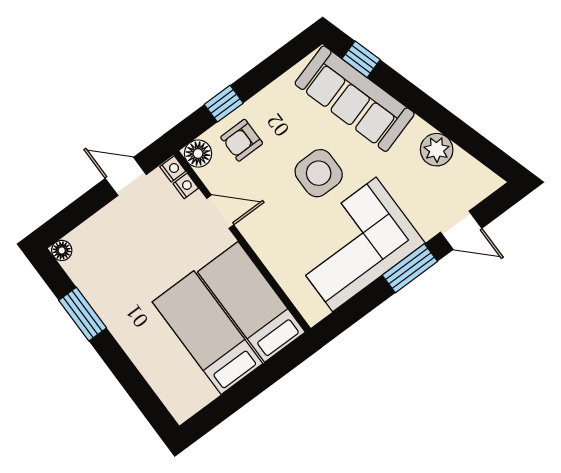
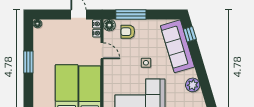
window: (224, 104) -> (131, 15), width x2.17
side table: (319, 173) -> (146, 63), width x0.54, depth x0.54
window: (83, 314) -> (28, 62), moved

